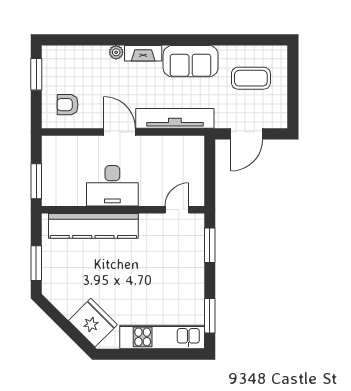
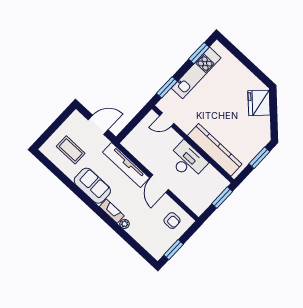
kitchen unit: (162, 337) -> (196, 73), moved, turned -90

